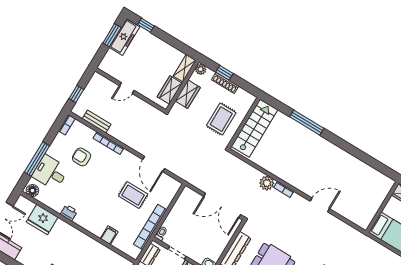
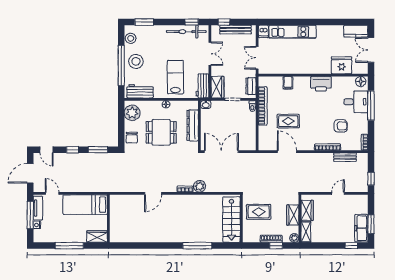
window: (76, 94) -> (371, 179), moved
rug: (221, 119) -> (259, 212), turned 90
printer: (69, 213) -> (321, 84), width x1.87, depth x1.48

